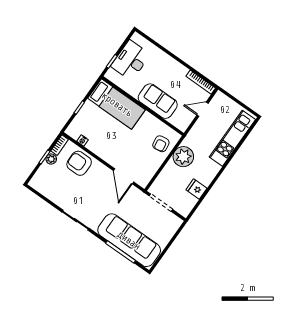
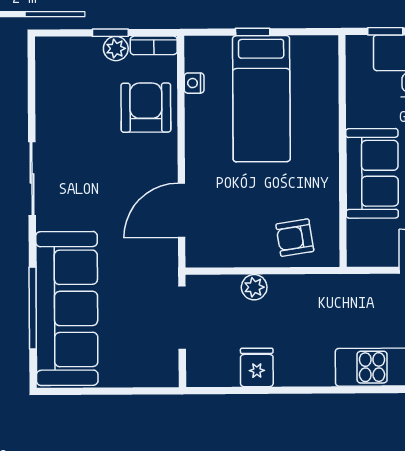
bed: (117, 104) -> (261, 99), moved
plant: (183, 157) -> (254, 287), moved, width x0.53, depth x0.53

